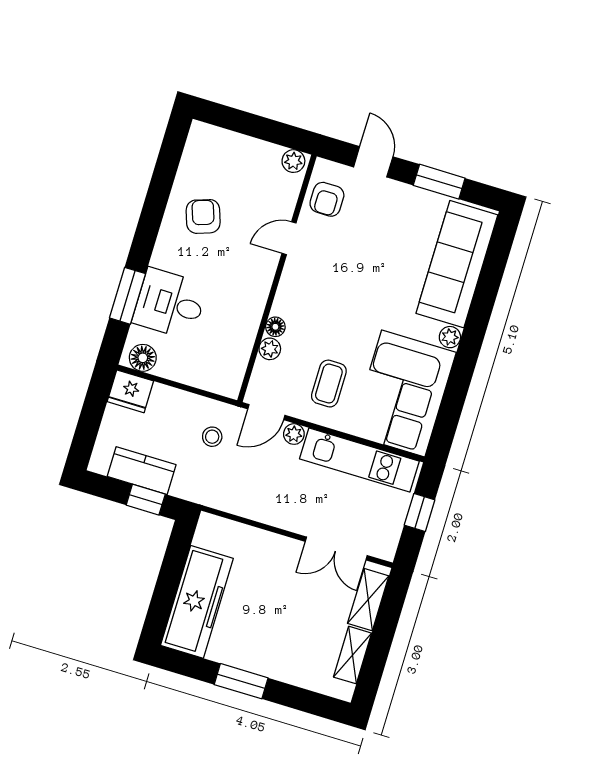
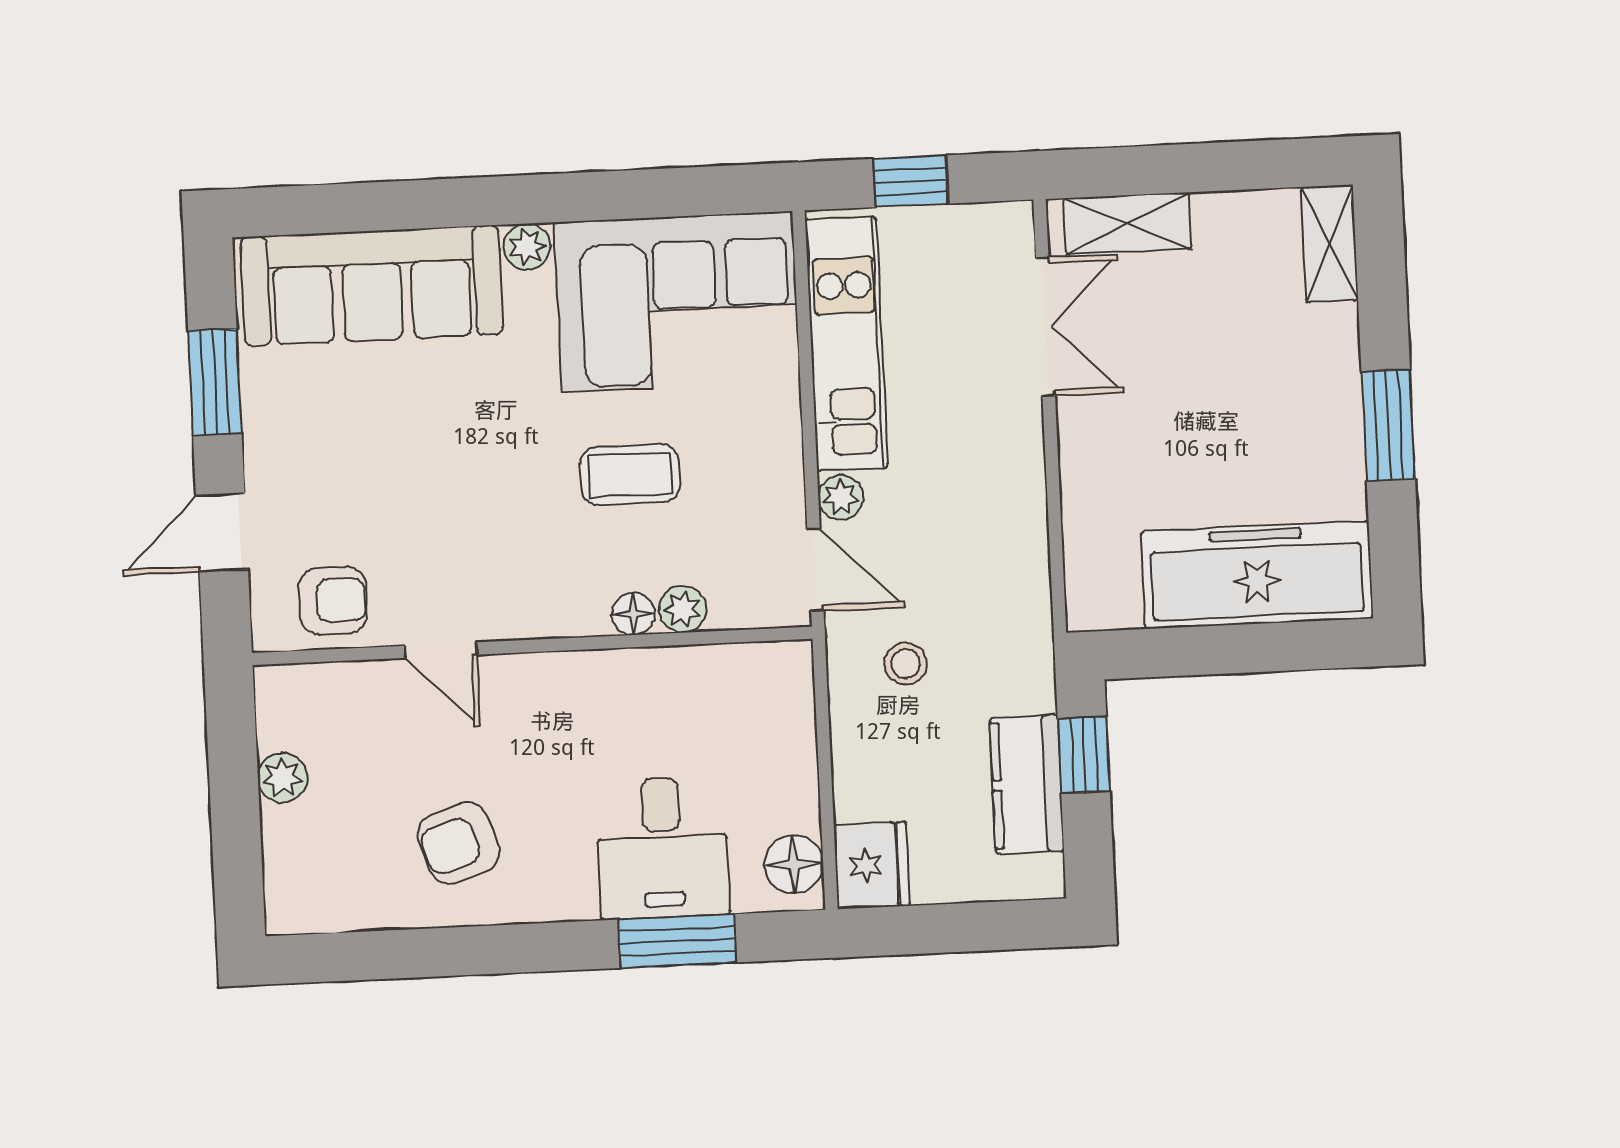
plant: (293, 161) -> (282, 778), moved
coffee table: (329, 384) -> (630, 475), moved
shelving: (353, 655) -> (1329, 244), moved, turned 90

